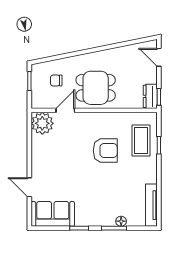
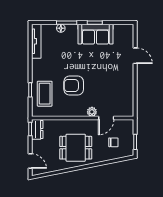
dining table: (96, 88) -> (76, 148), moved
plant: (42, 123) -> (92, 112), moved, width x0.53, depth x0.53
sofa: (53, 214) -> (95, 34), moved

